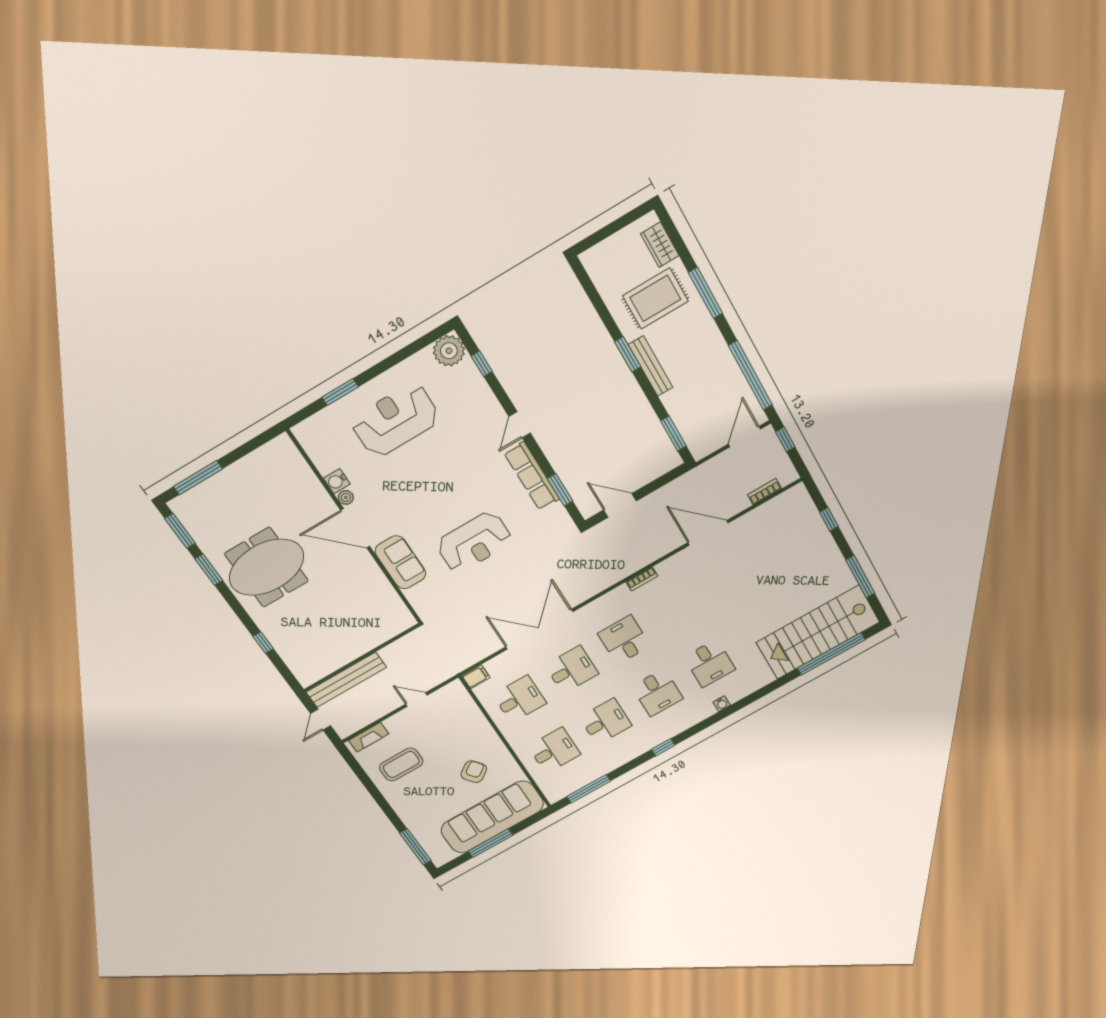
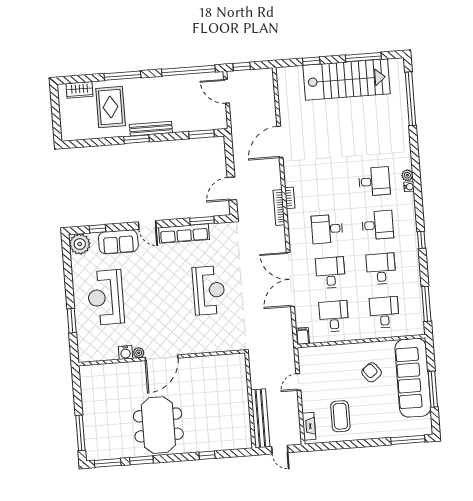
bookcase: (765, 492) -> (279, 207), moved, width x1.56
sofa: (400, 562) -> (118, 242), moved, turned 180
stairs: (818, 632) -> (347, 80), moved, turned -90
plant: (735, 695) -> (407, 175), added

